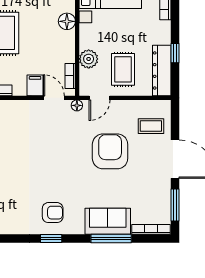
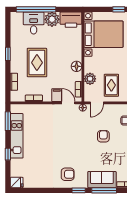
floor lamp: (67, 21) -> (77, 66), moved
armchair: (110, 151) -> (103, 136), width x0.53, depth x0.53
window: (51, 238) -> (79, 190), moved

